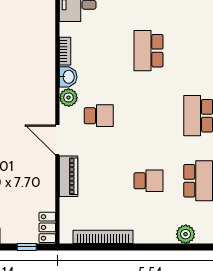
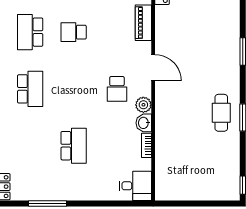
school desk: (99, 116) -> (117, 89), turned -90
piano: (69, 176) -> (143, 23), moved

